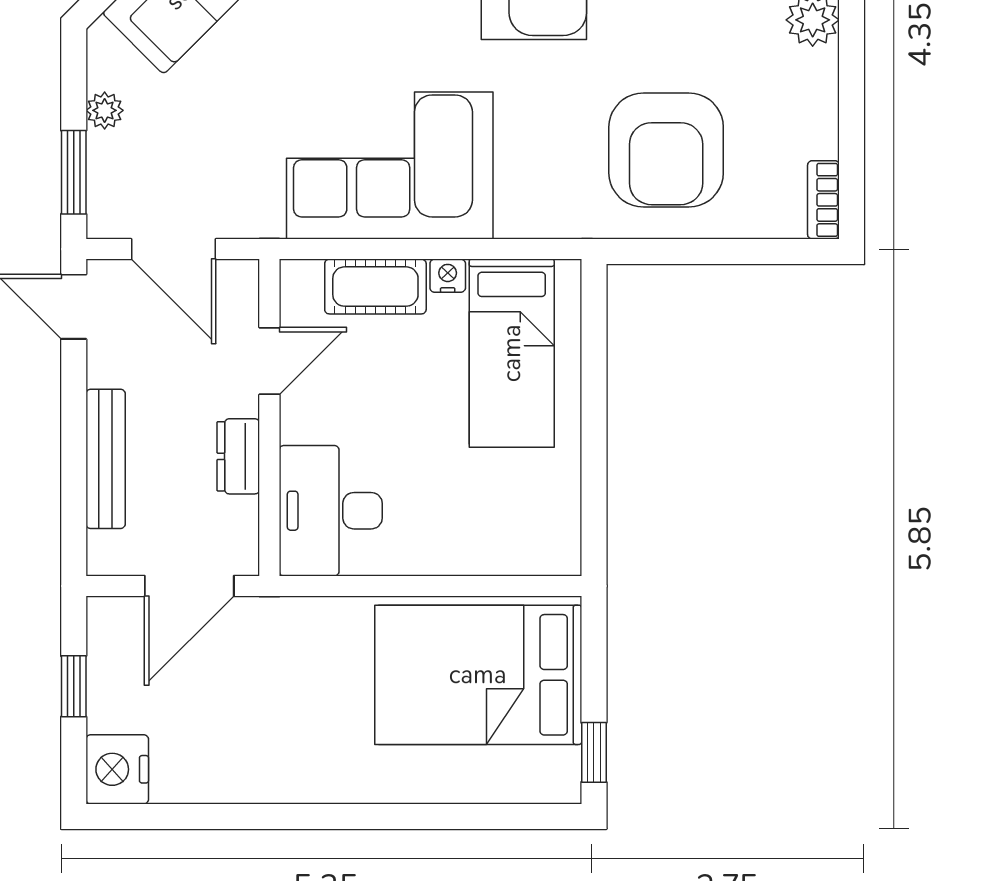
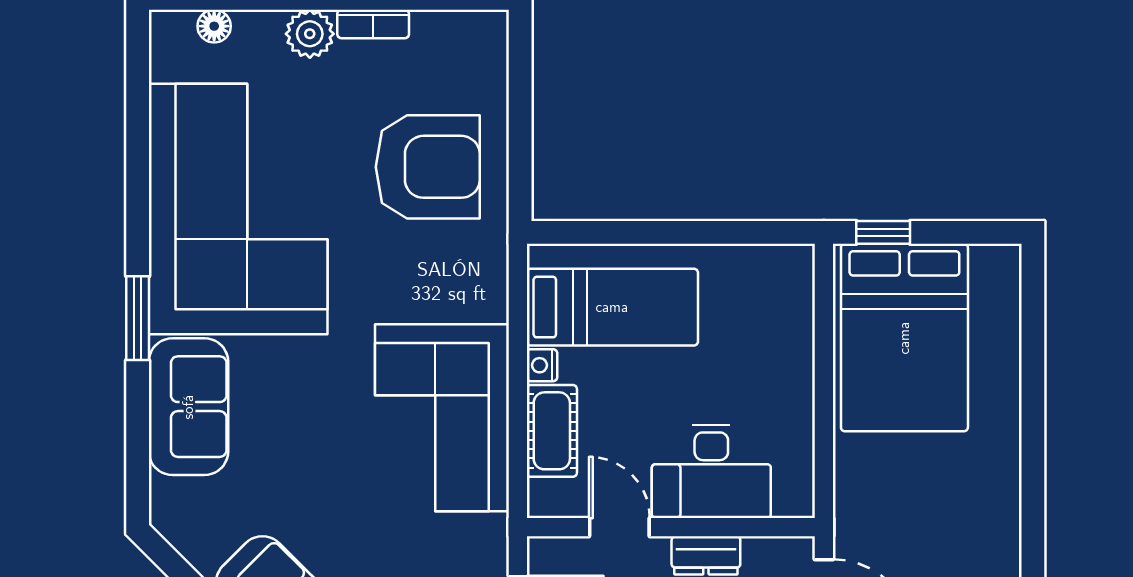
bookcase: (823, 200) -> (373, 24), moved
desk: (331, 511) -> (711, 471), moved
window: (594, 752) -> (883, 232), moved

